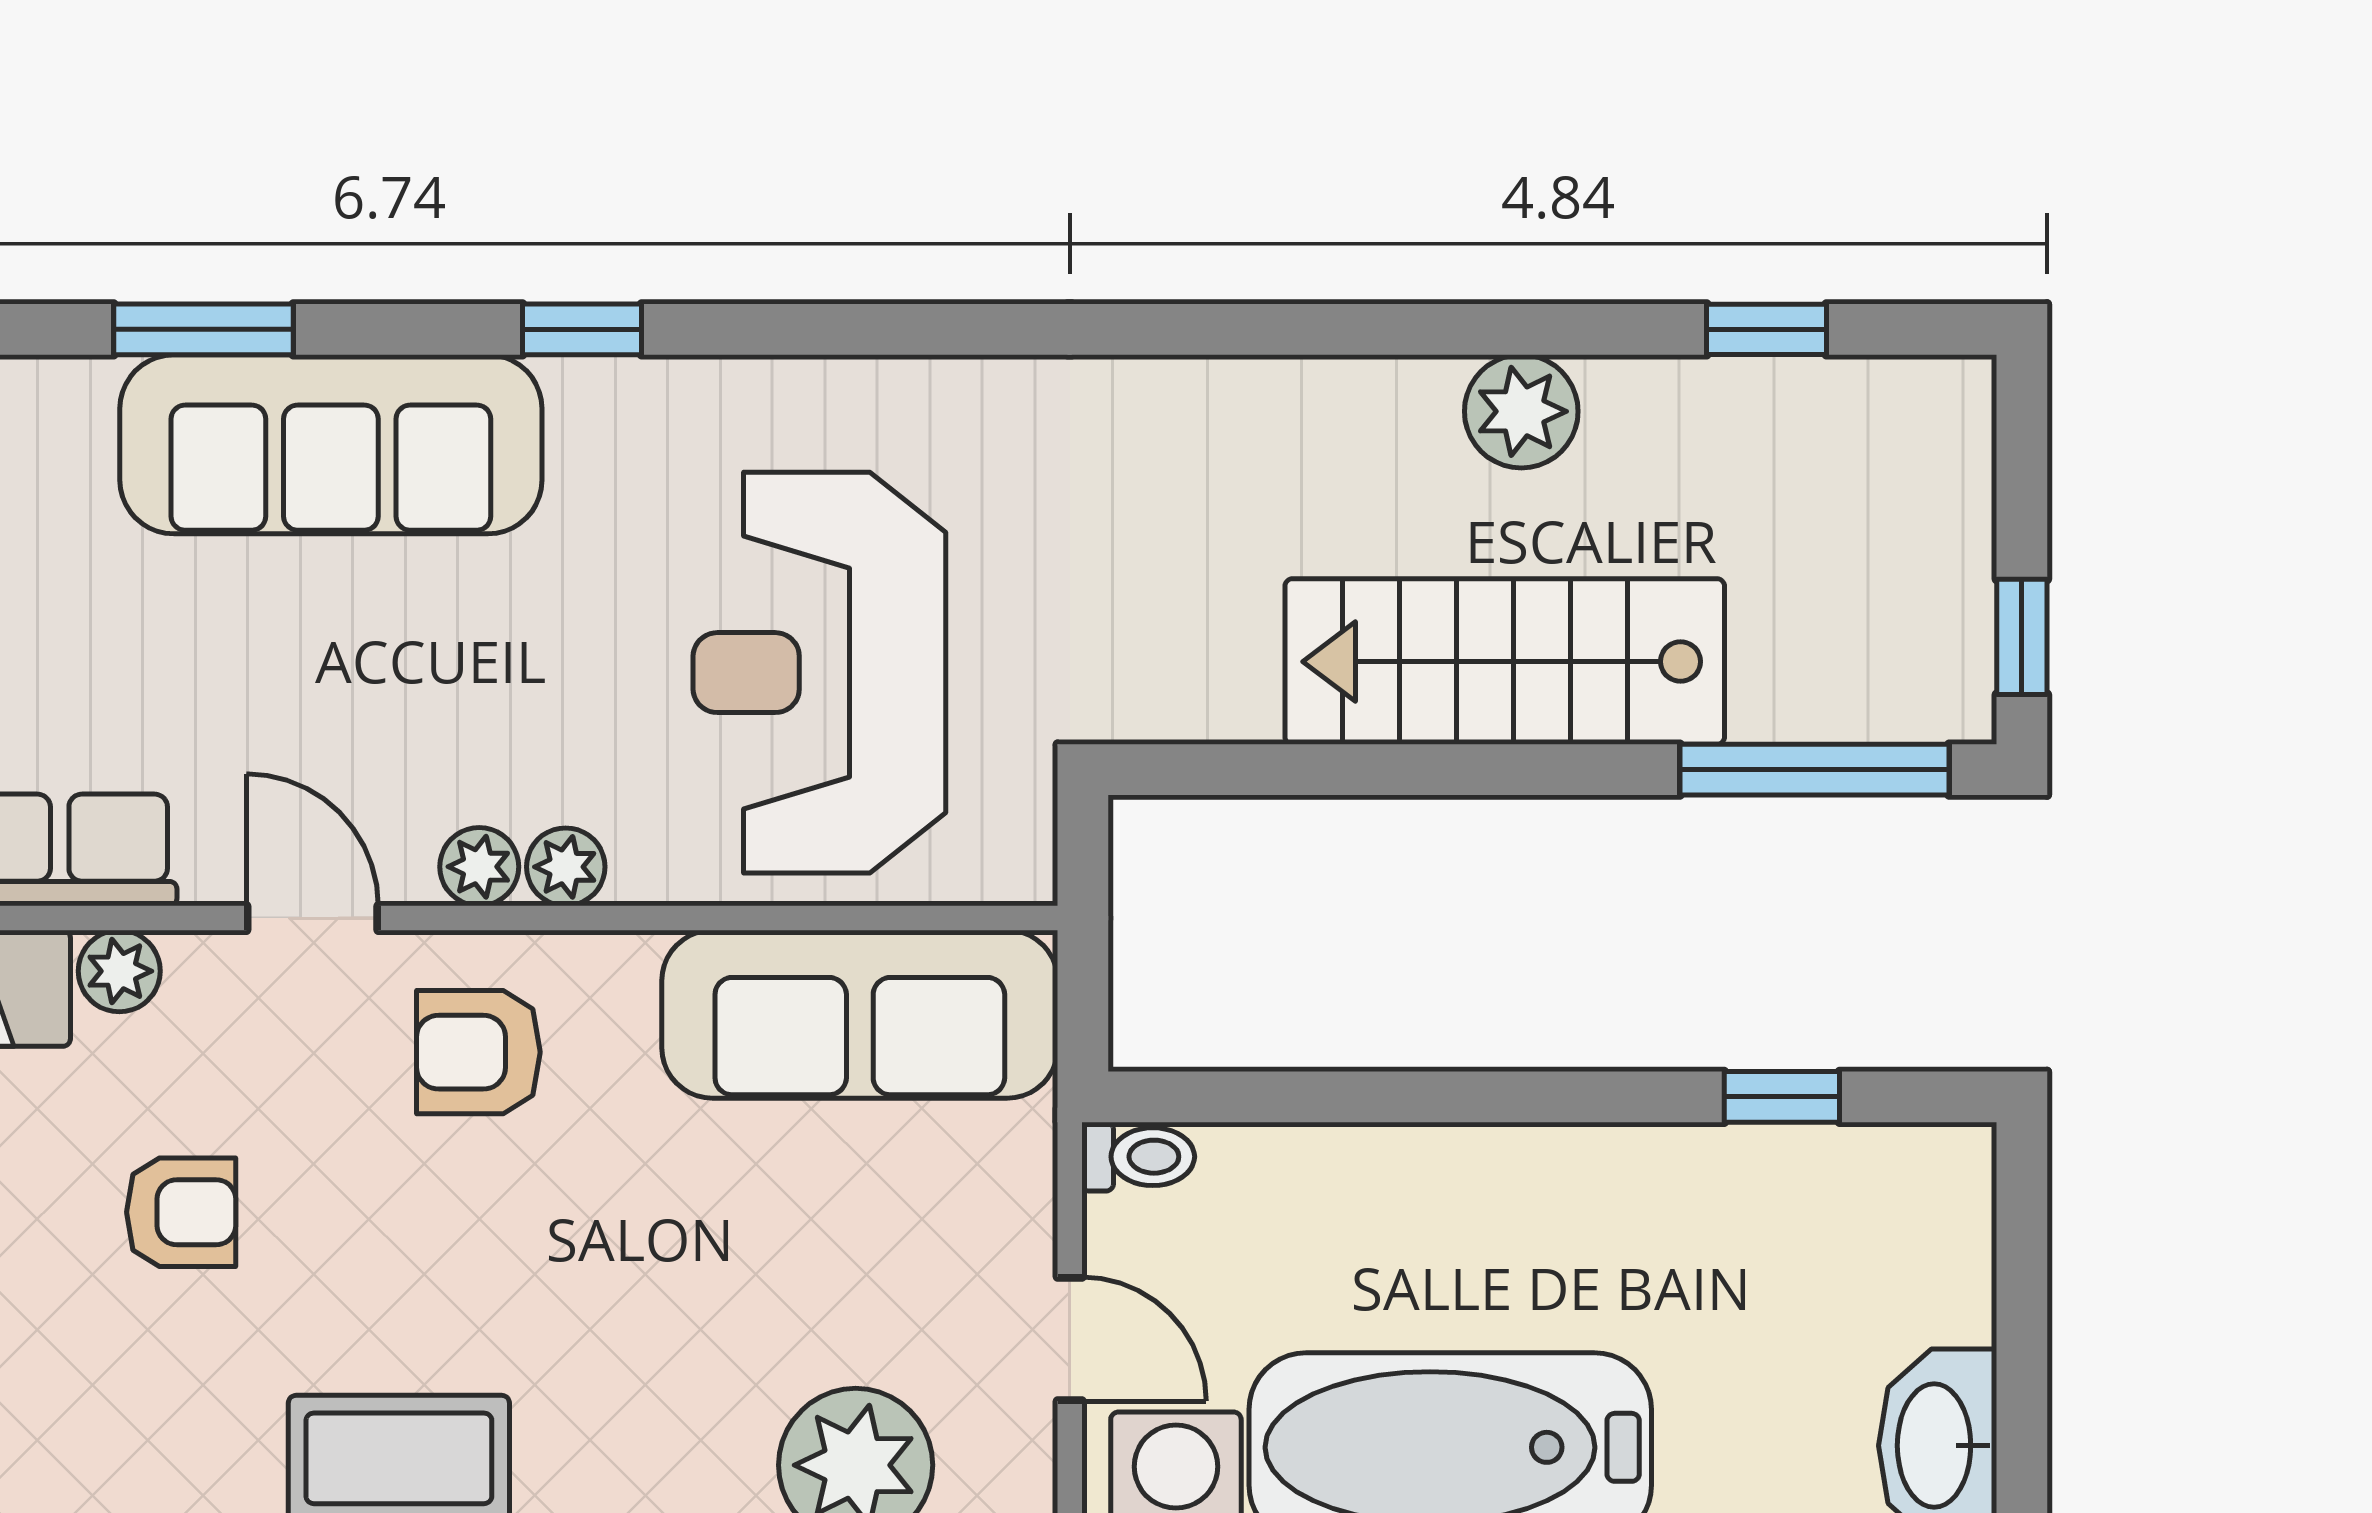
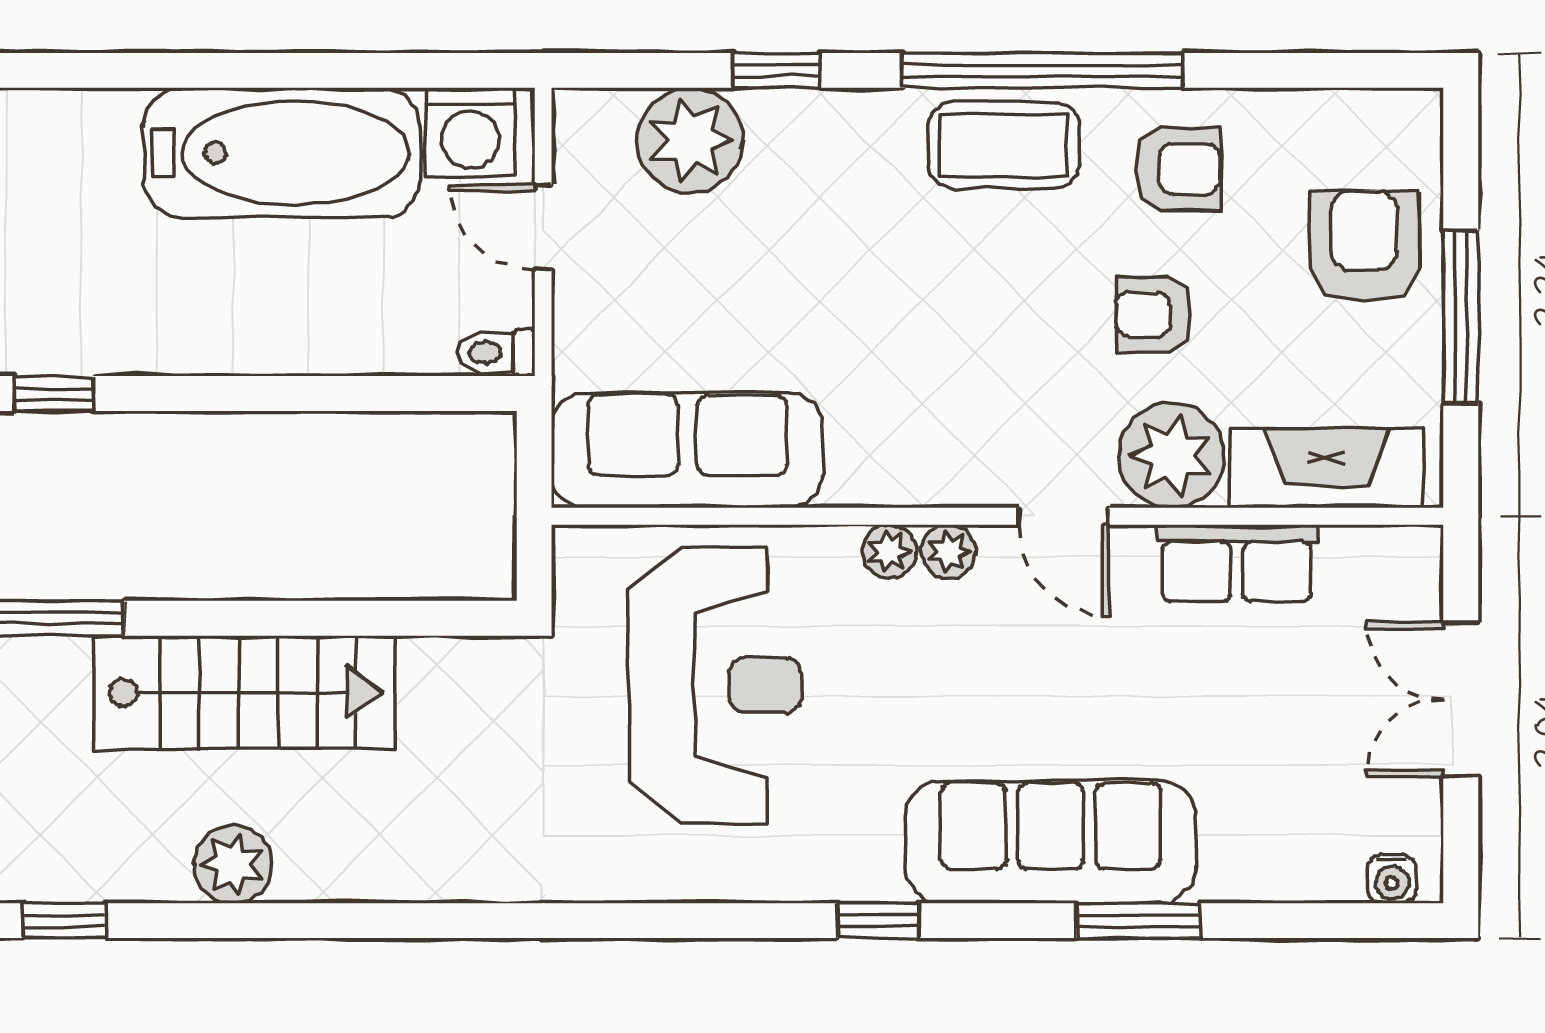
plant: (119, 971) -> (1171, 455), width x1.88, depth x1.88
armchair: (478, 1052) -> (1178, 169), moved

